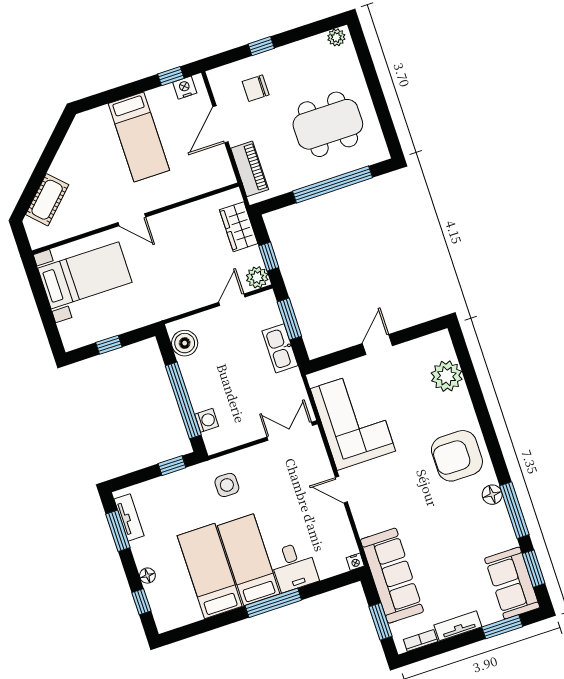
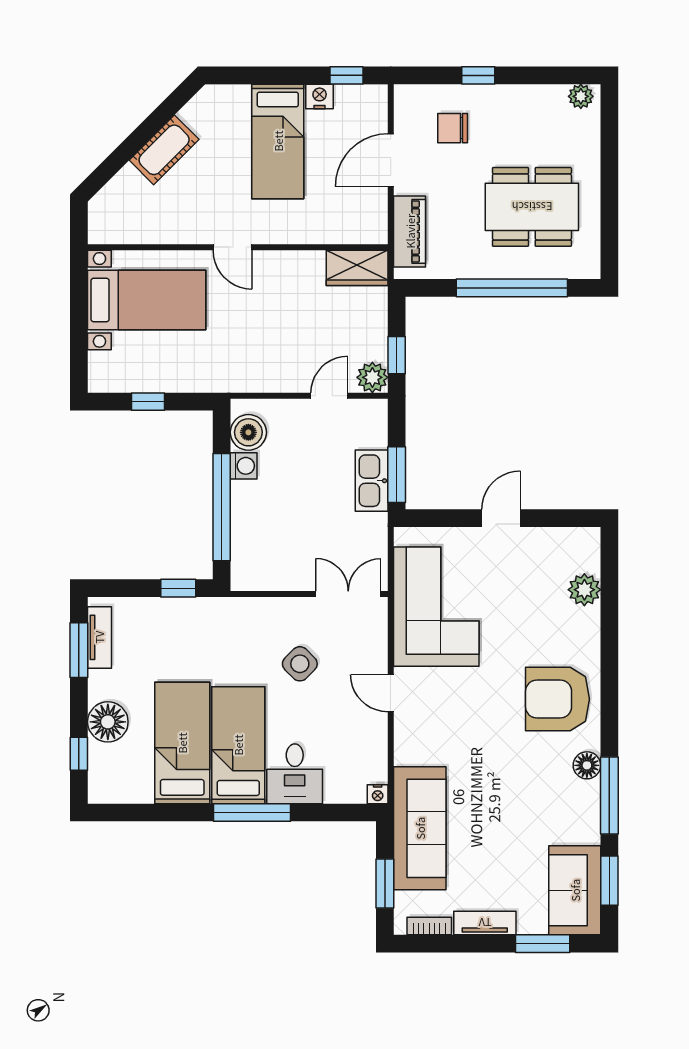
nightstand: (185, 88) -> (320, 96), moved
cot: (47, 200) -> (164, 150), moved
wardrobe: (239, 227) -> (357, 268), moved, turned -90
window: (289, 319) -> (397, 475), moved
plant: (447, 376) -> (584, 590), width x0.73, depth x0.73
washing machine: (207, 420) -> (244, 466), moved
side table: (227, 485) -> (300, 664), moved, turned 45
floor lamp: (147, 576) -> (108, 722), width x1.89, depth x1.89

